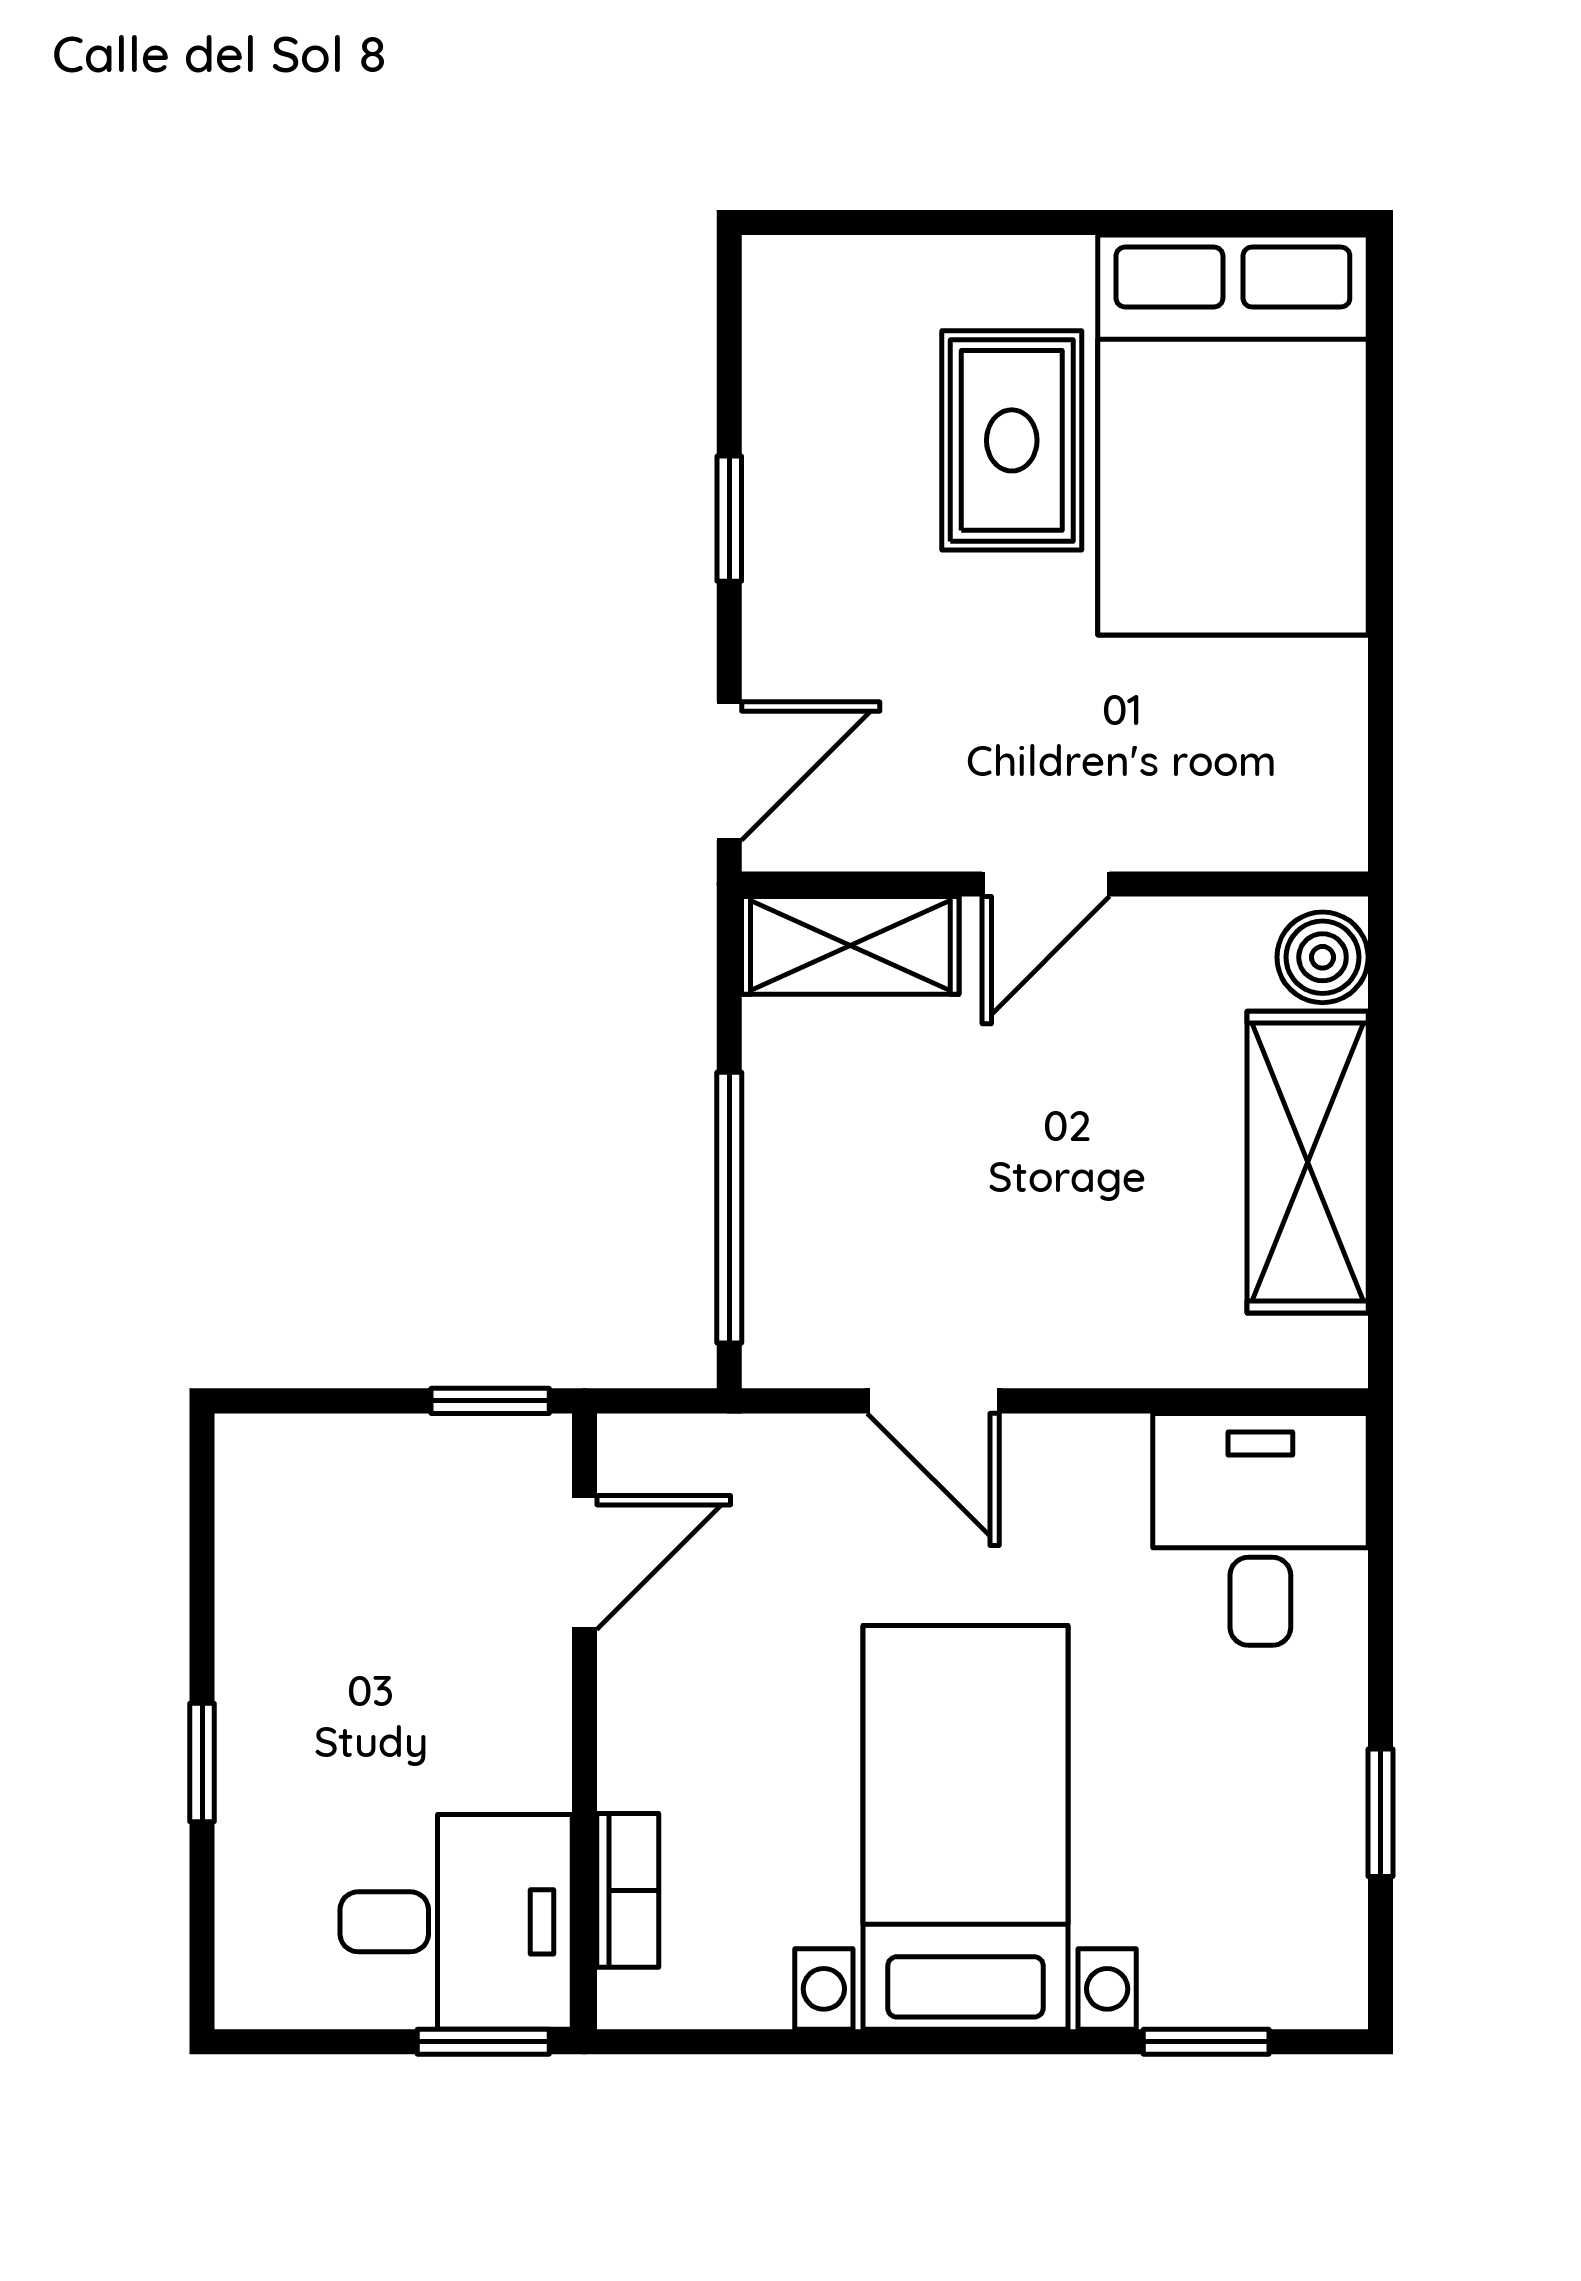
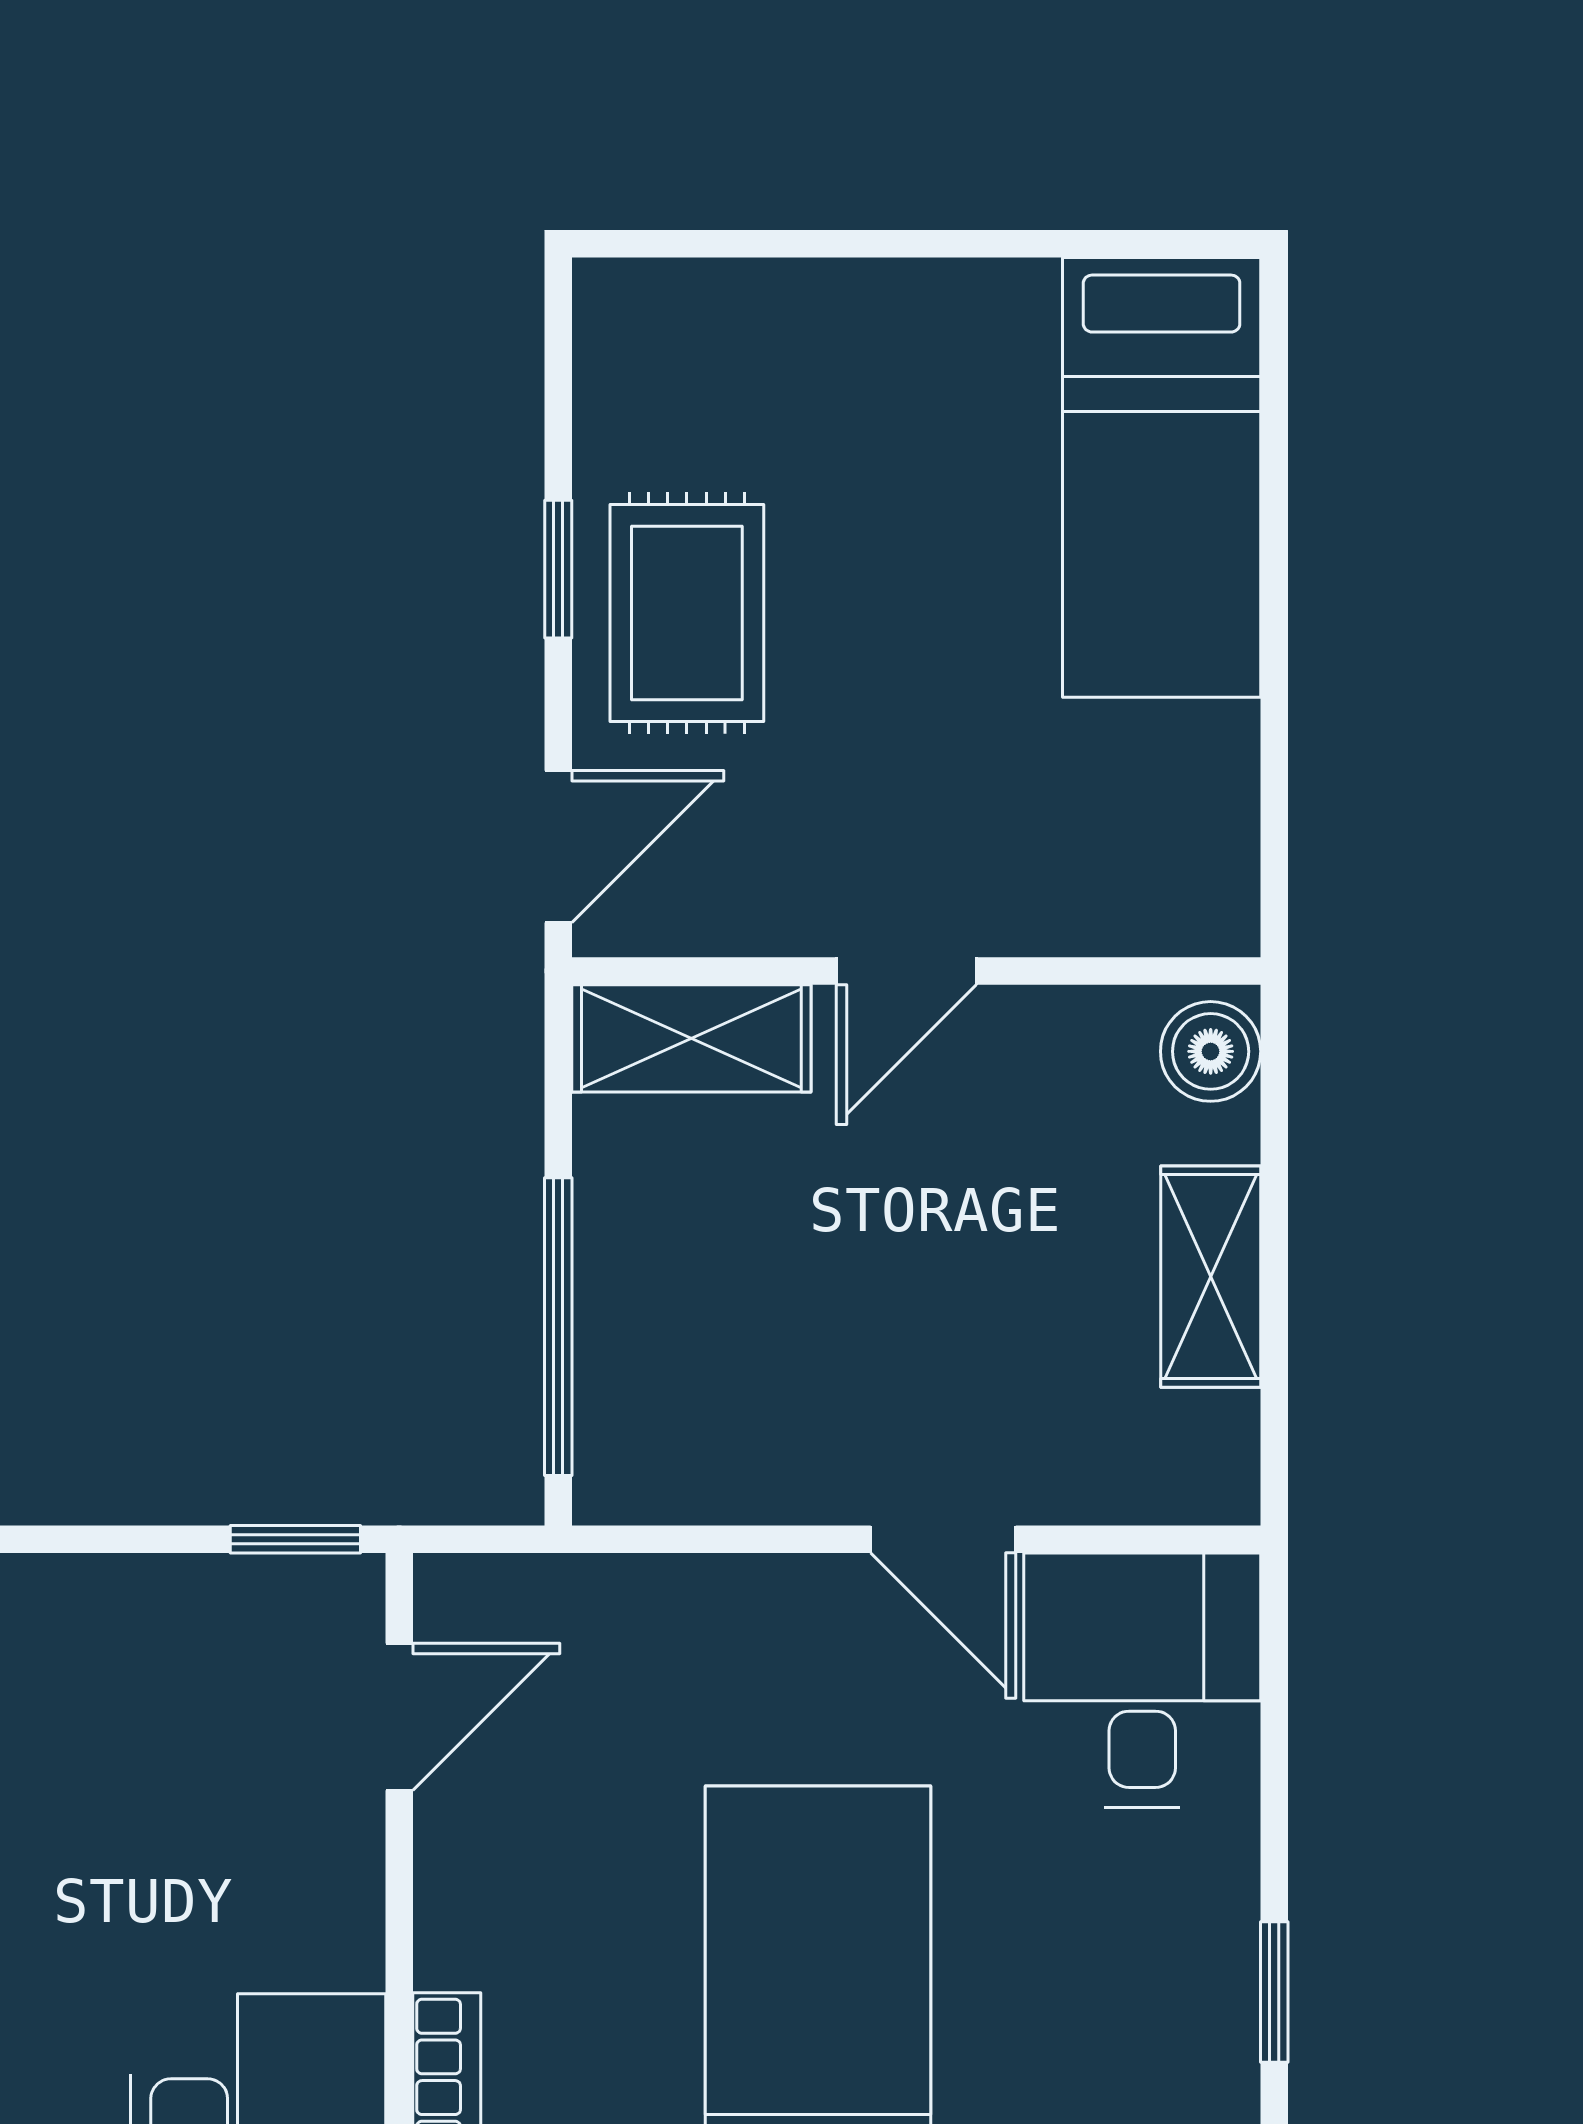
bed: (1233, 435) -> (1162, 477), width x0.67
rug: (1012, 440) -> (687, 613), moved
shelving: (1308, 1162) -> (1211, 1277), width x0.67, depth x0.75
door: (933, 1401) -> (943, 1539), moved

